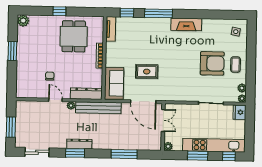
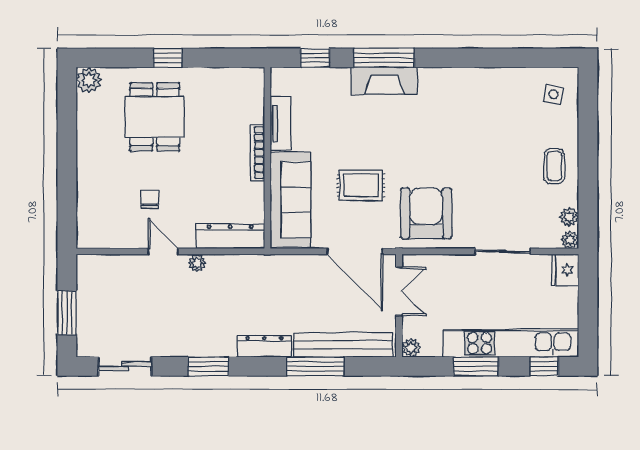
fireplace: (186, 24) -> (384, 81), moved
tv unit: (111, 29) -> (280, 123), moved
dining table: (74, 36) -> (155, 117), moved
window: (12, 51) -> (67, 147), removed
armchair: (212, 63) -> (426, 213), moved, turned -90
sofa: (114, 83) -> (290, 200), width x1.36
bench: (98, 108) -> (343, 345), moved
dresser: (79, 144) -> (264, 346), moved

